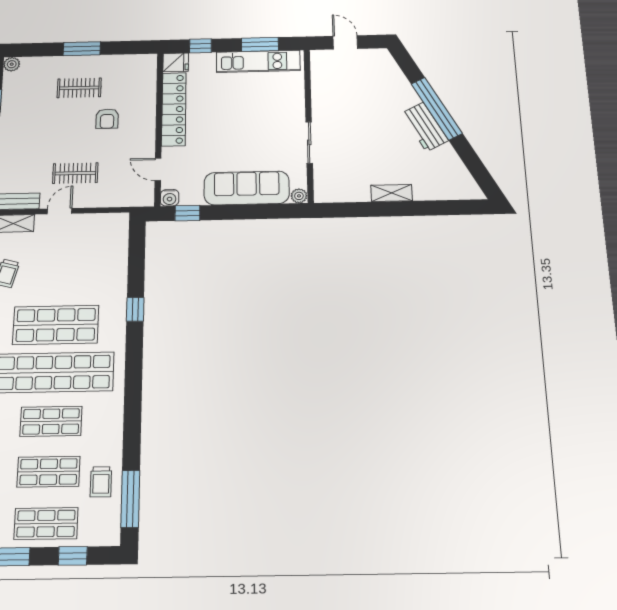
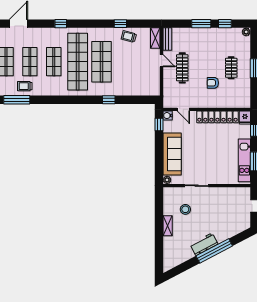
stool: (357, 162) -> (185, 209), added
door: (158, 169) -> (183, 109), swing flipped
clothes rail: (75, 173) -> (182, 68), width x1.36

